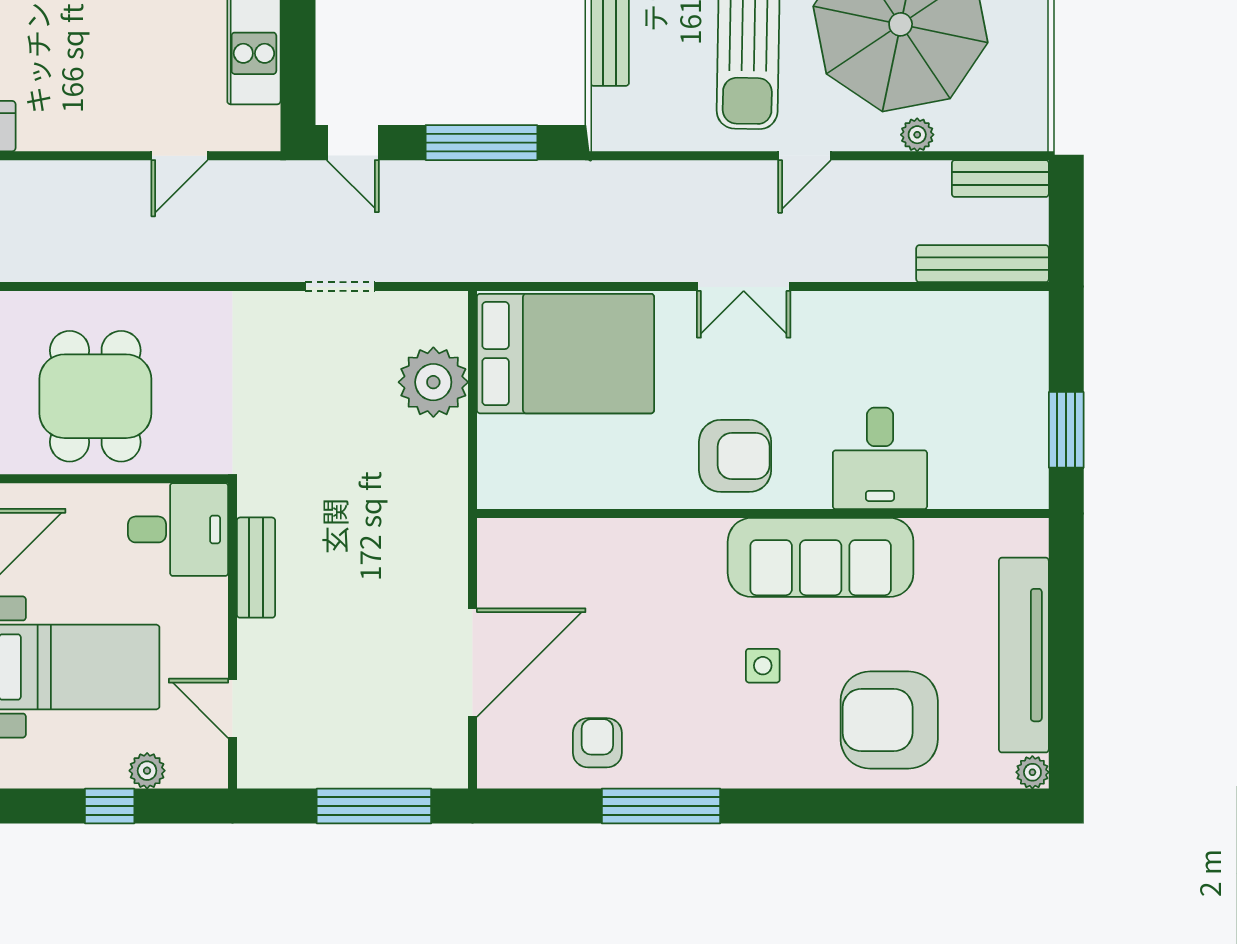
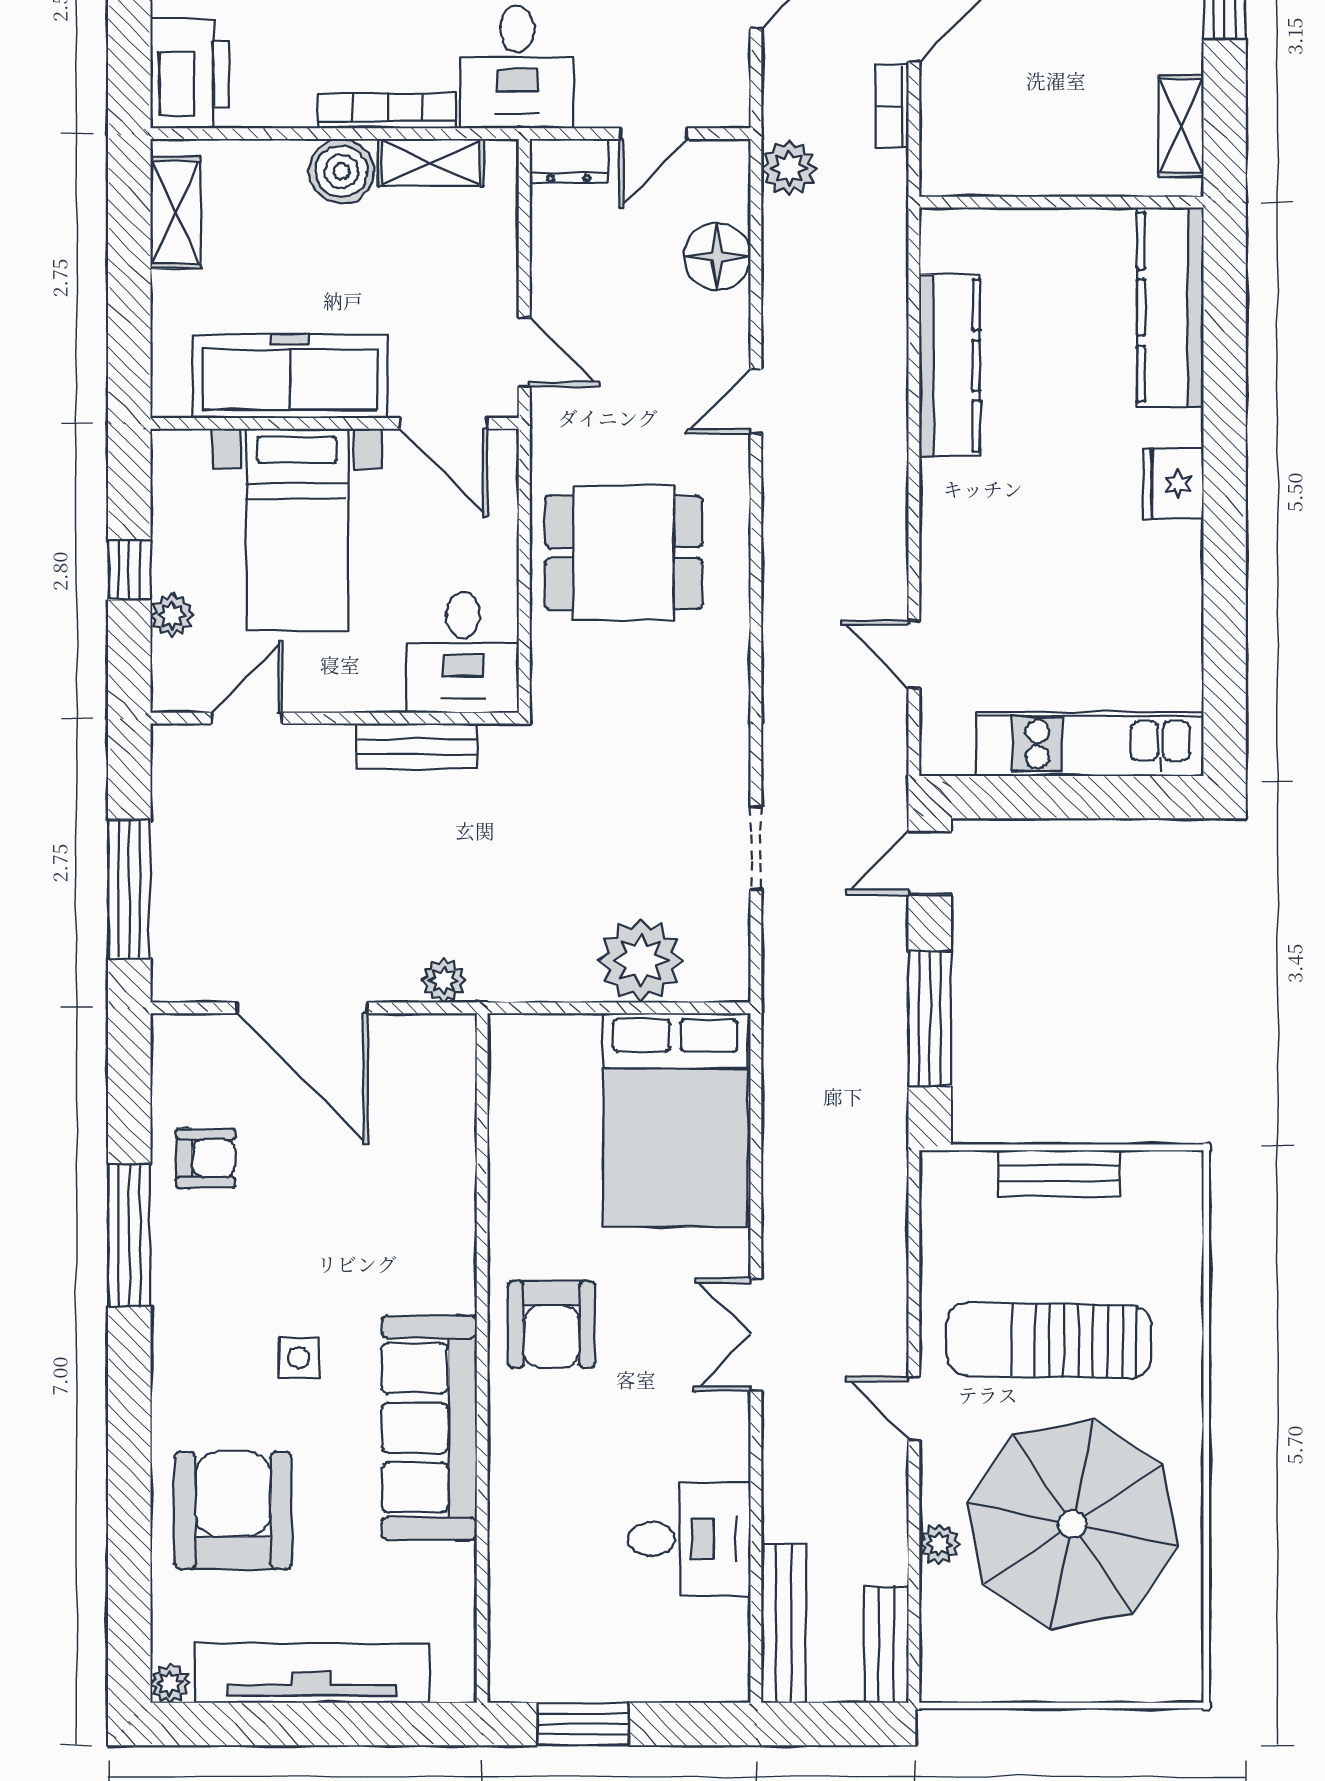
desk: (880, 458) -> (689, 1539), moved, turned 180
plant: (450, 546) -> (444, 981), added

